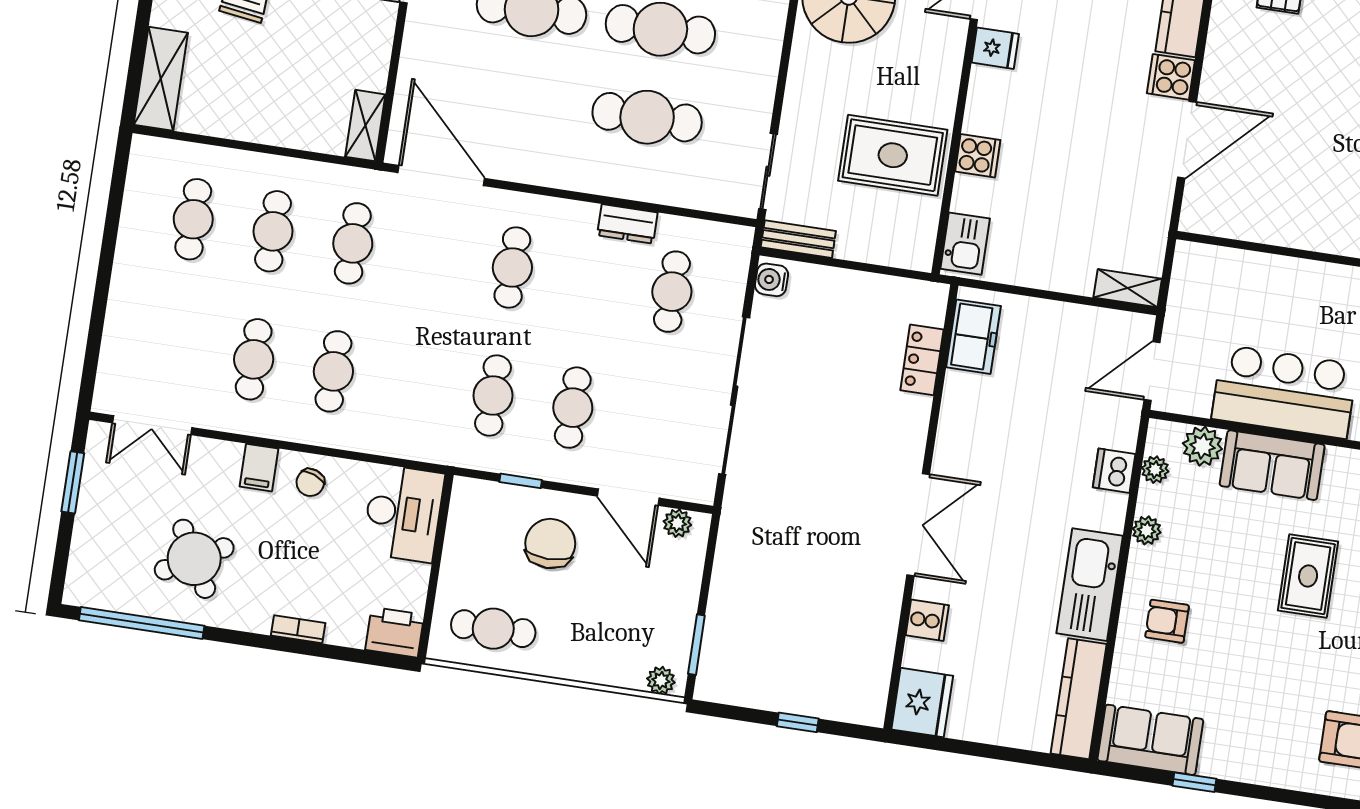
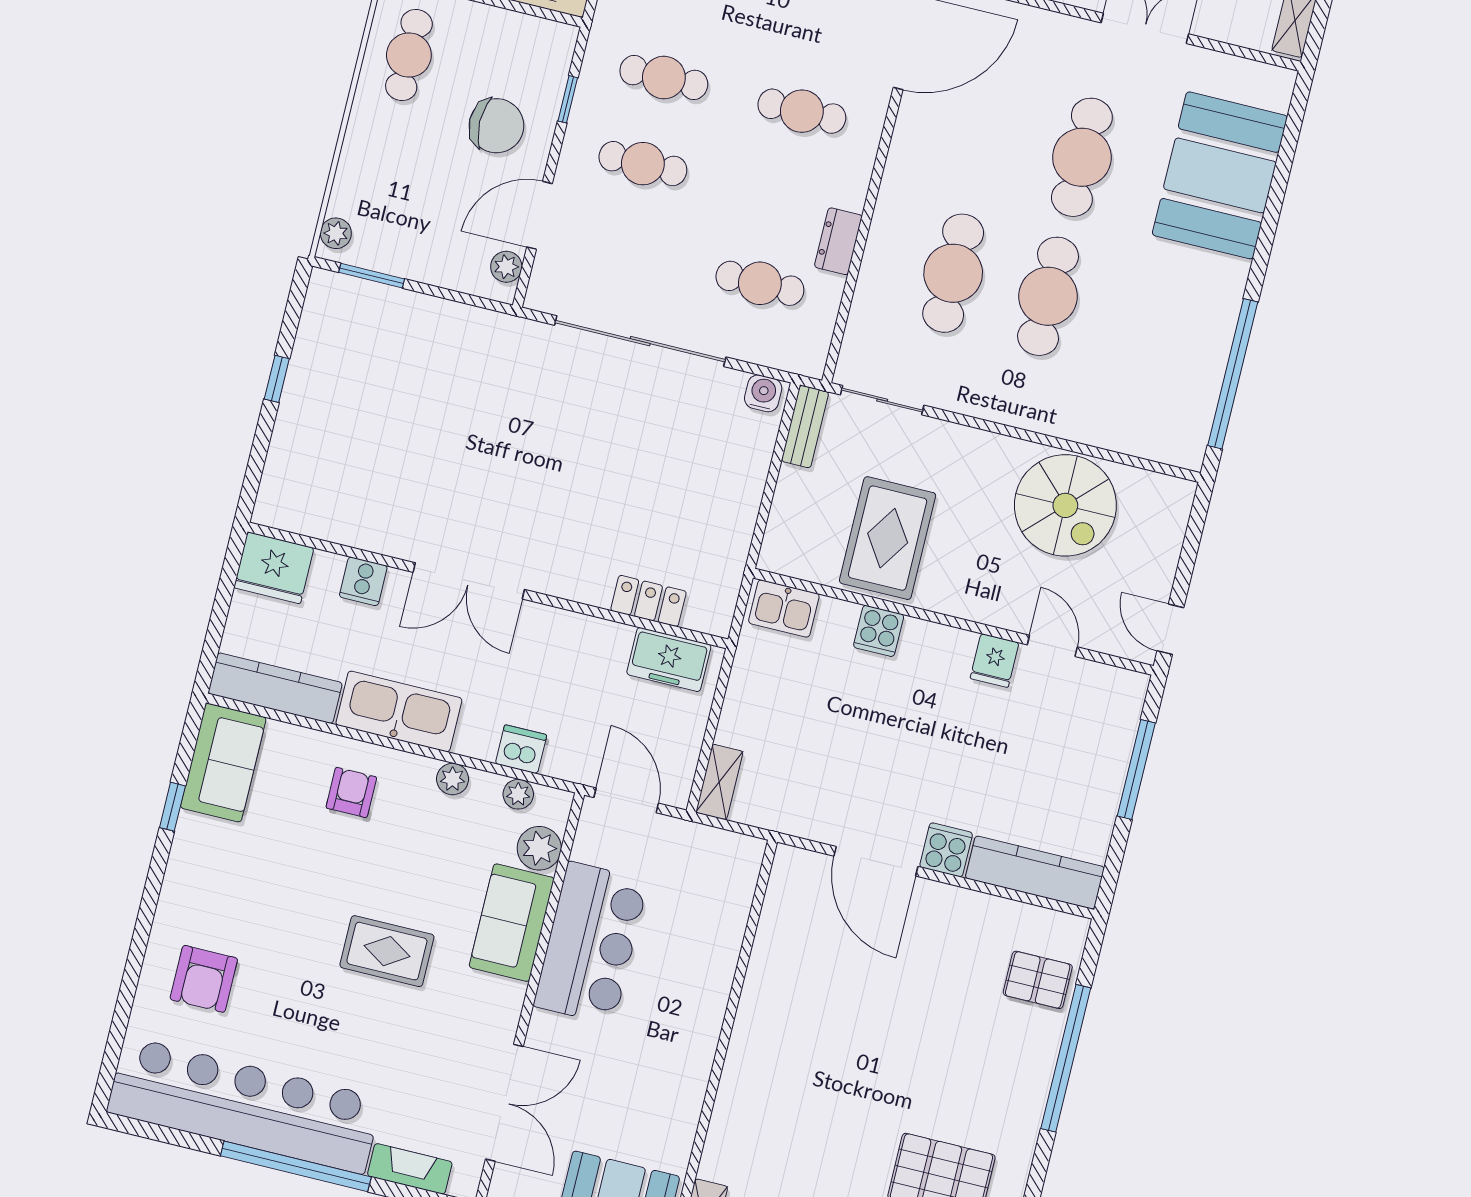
freezer: (973, 337) -> (669, 660), moved
locker: (922, 360) -> (648, 601), moved
wall: (921, 507) -> (488, 585), moved
double door: (918, 525) -> (469, 581), moved
cooker: (927, 620) -> (363, 581), moved
fridge: (922, 703) -> (274, 568), moved

